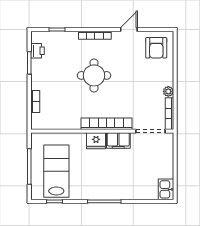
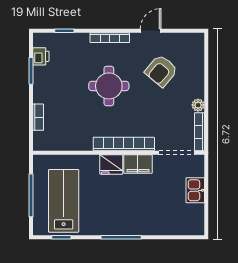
armchair: (156, 48) -> (161, 71), moved, turned 40
kitchen sink: (166, 189) -> (195, 190), moved

